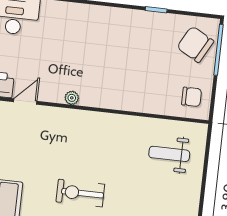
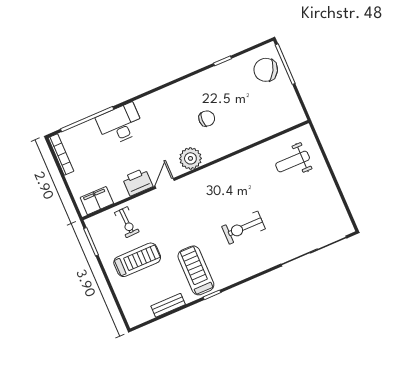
chair: (192, 97) -> (207, 119), moved
plant: (72, 98) -> (190, 158), width x1.88, depth x1.88

